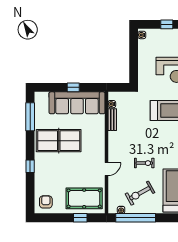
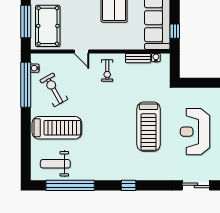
window: (73, 87) -> (175, 31), moved
exercise bike: (144, 163) -> (107, 71), moved
window: (80, 218) -> (26, 22), width x2.17

